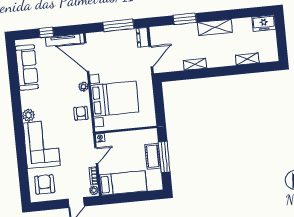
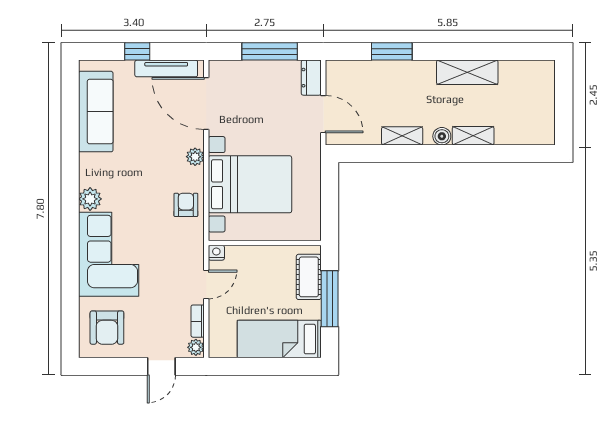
freezer: (264, 23) -> (535, 73), removed
shelving: (215, 27) -> (467, 72), moved
door: (151, 57) -> (323, 114), hinge flipped
shelving: (247, 59) -> (473, 136), moved
boiler: (217, 62) -> (442, 136), added
cot: (153, 156) -> (309, 277), moved
bed: (123, 183) -> (279, 339), moved, turned 180
armchair: (45, 184) -> (107, 328), turned 180

